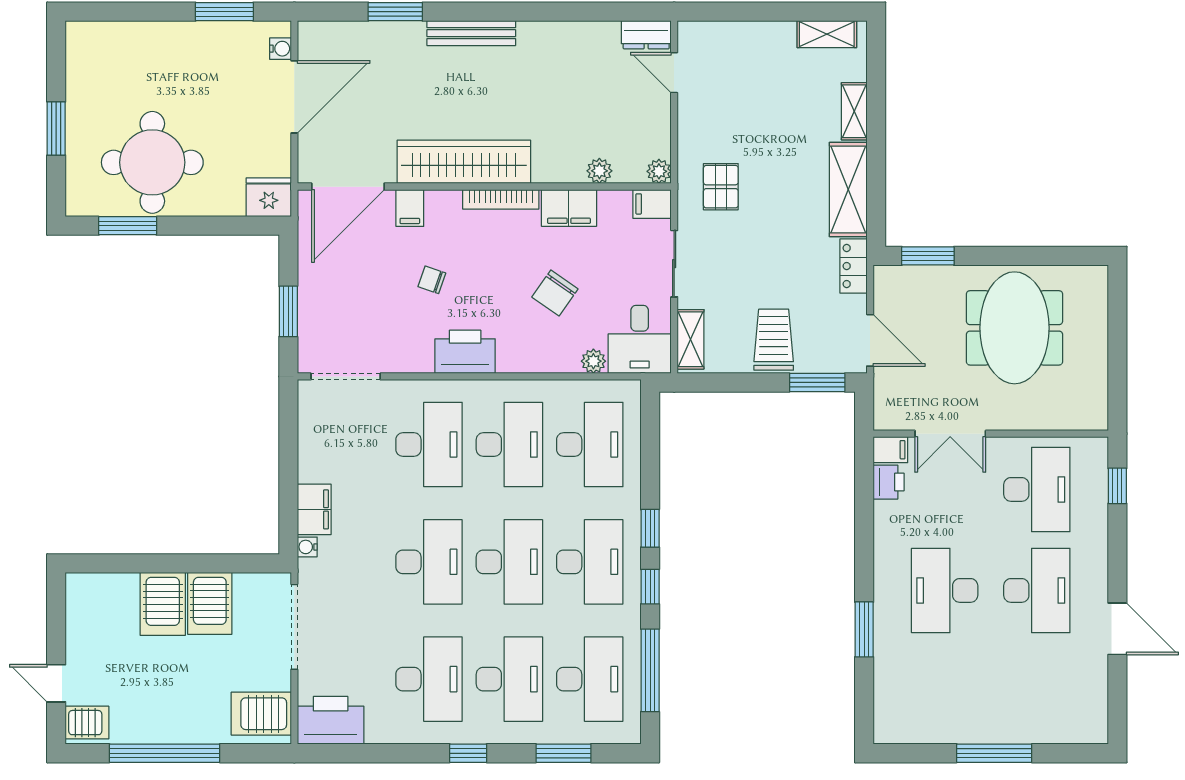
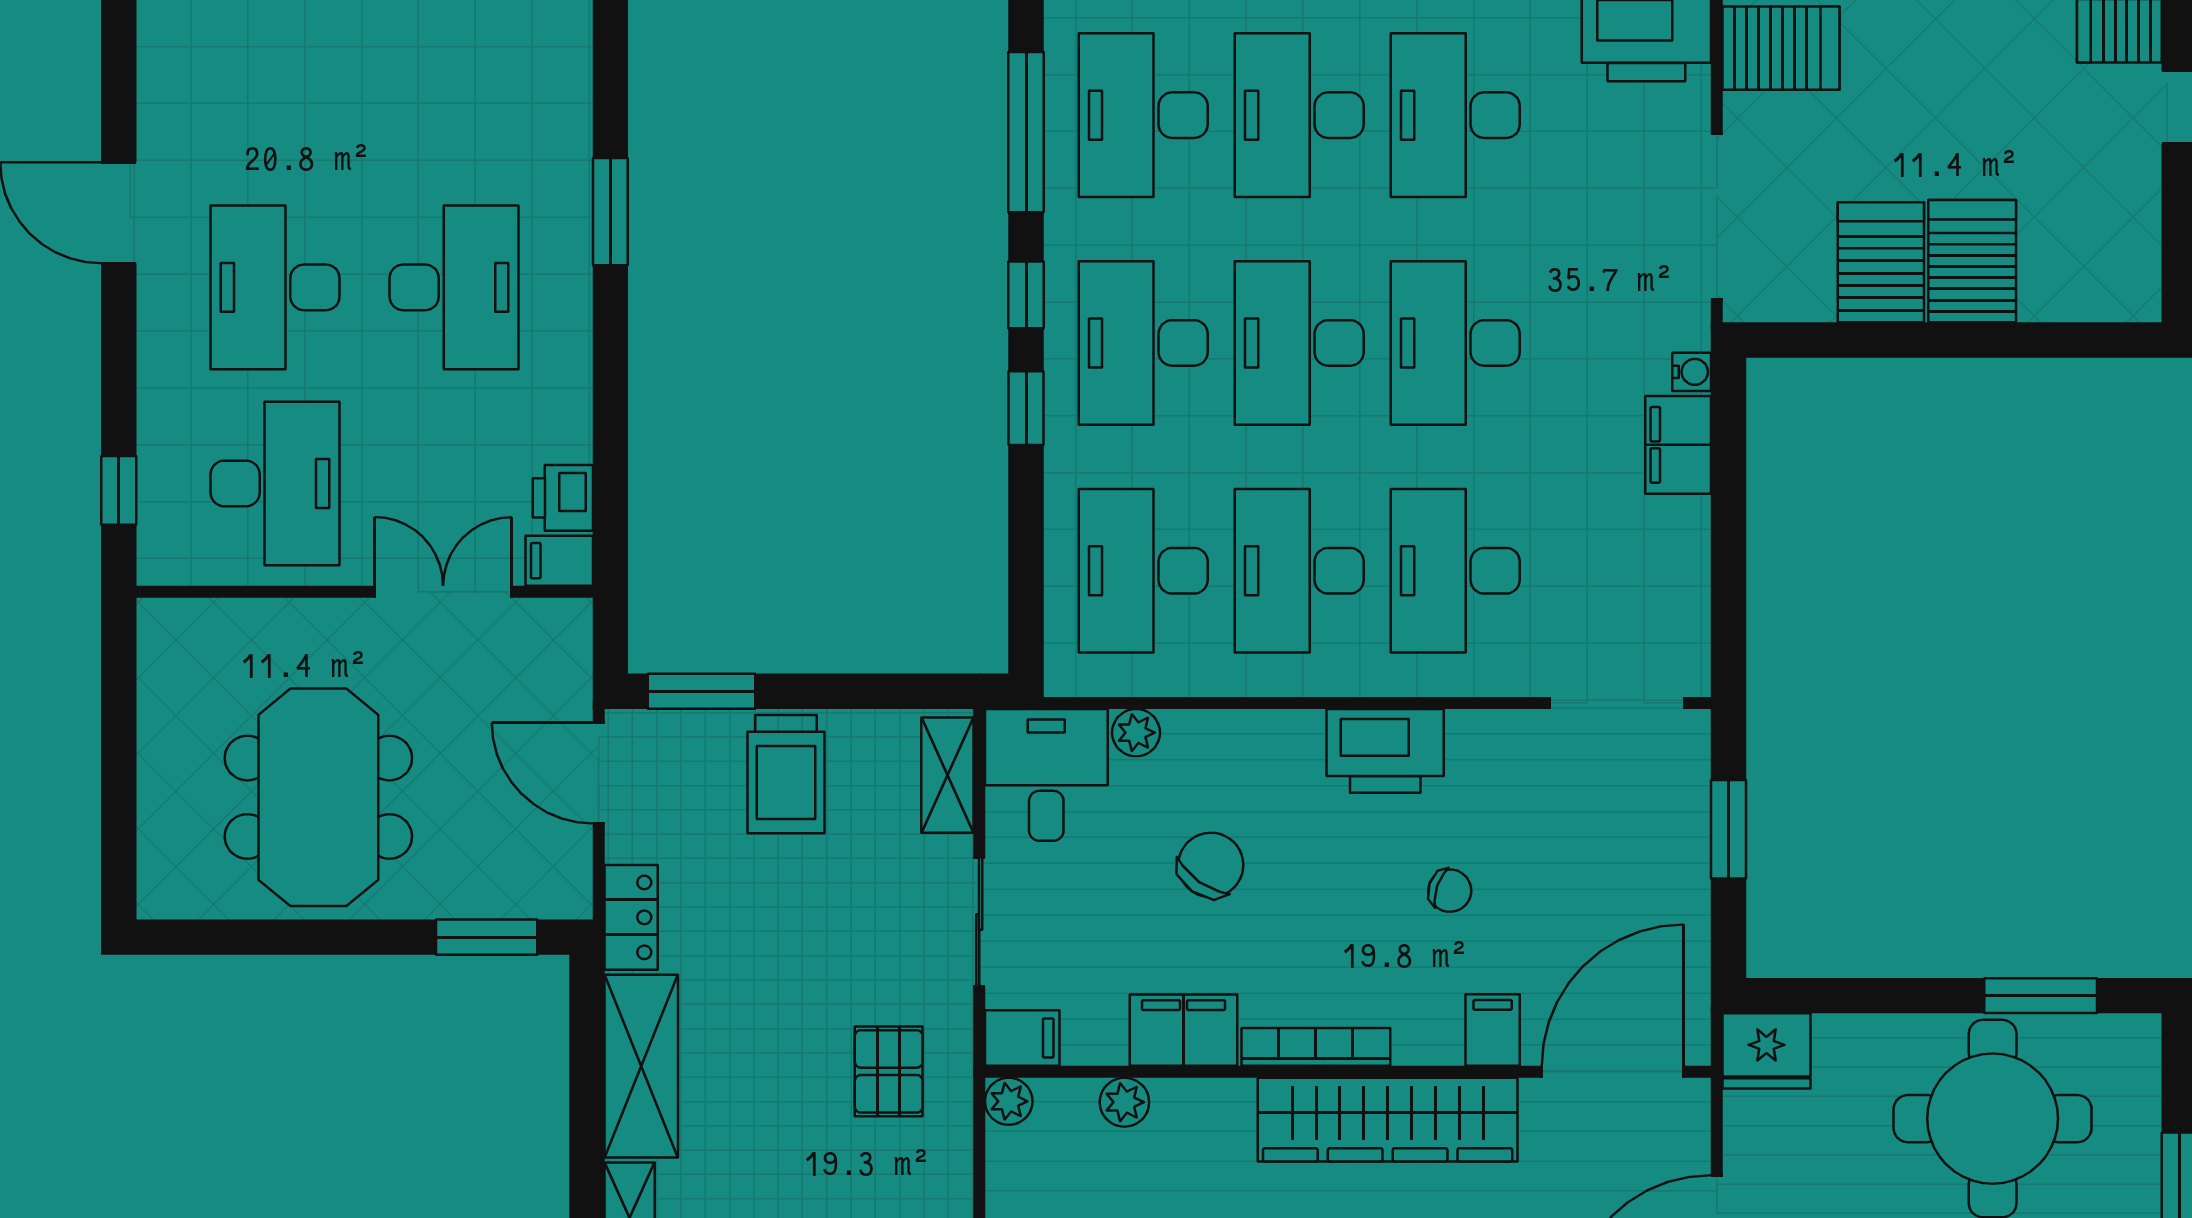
desk: (1037, 489) -> (275, 483), turned 180

